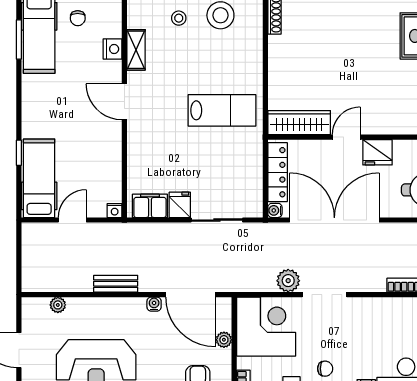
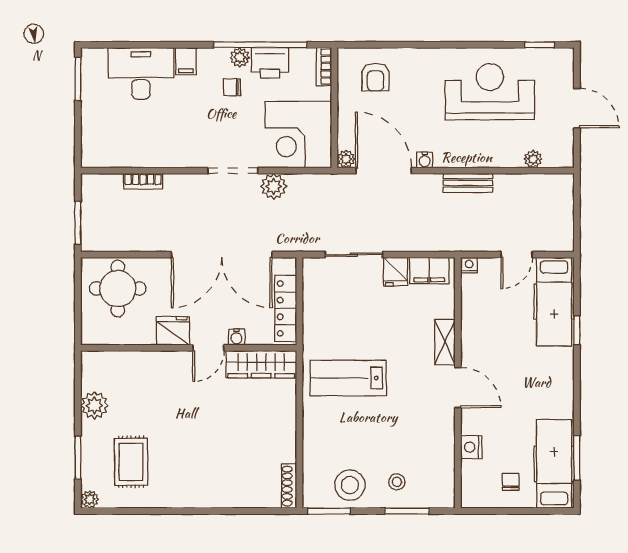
shelving: (136, 50) -> (445, 342), moved
water cooler: (275, 210) -> (236, 337), moved, turned 90
plant: (224, 340) -> (346, 159), moved

